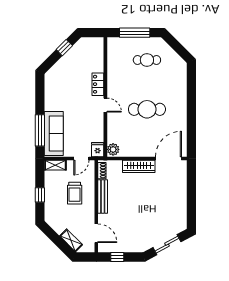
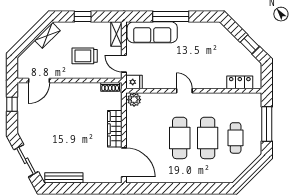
locker: (98, 84) -> (240, 82), moved
cafe table: (147, 85) -> (208, 138), added
door: (105, 105) -> (184, 91), swing flipped
window: (40, 130) -> (171, 16), moved
bench: (103, 197) -> (64, 178), moved
shelving: (71, 240) -> (47, 35), moved

